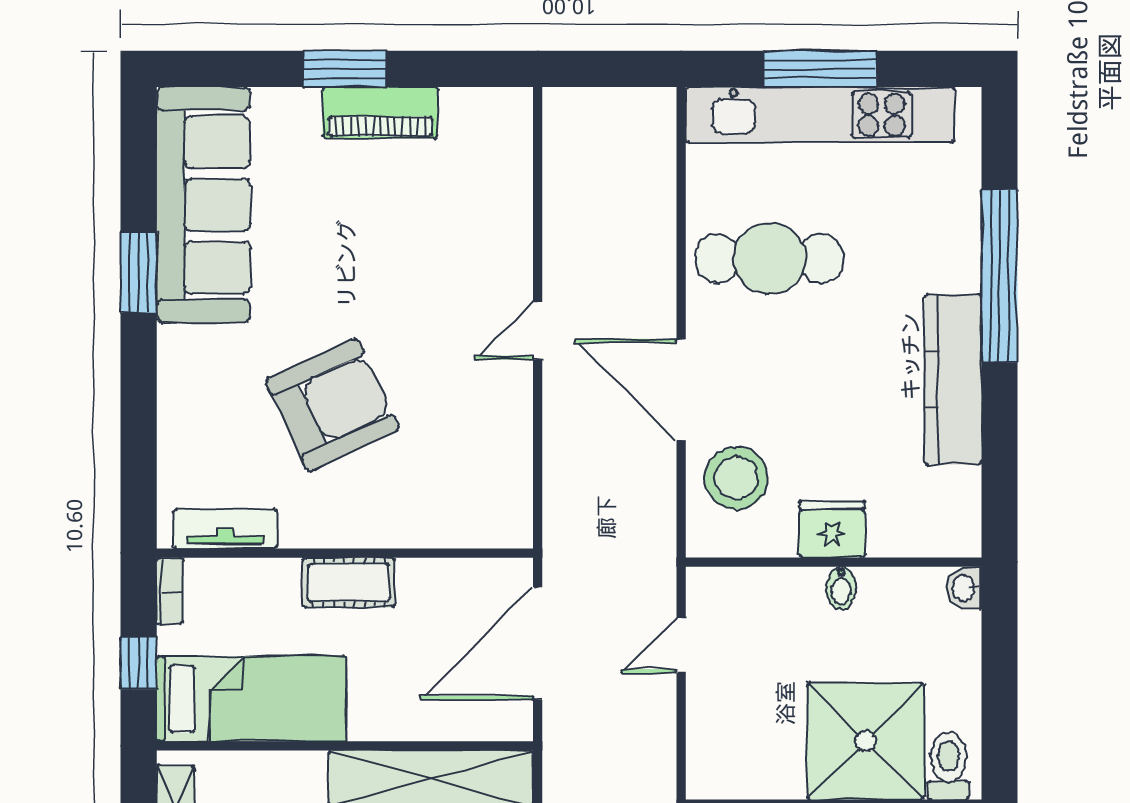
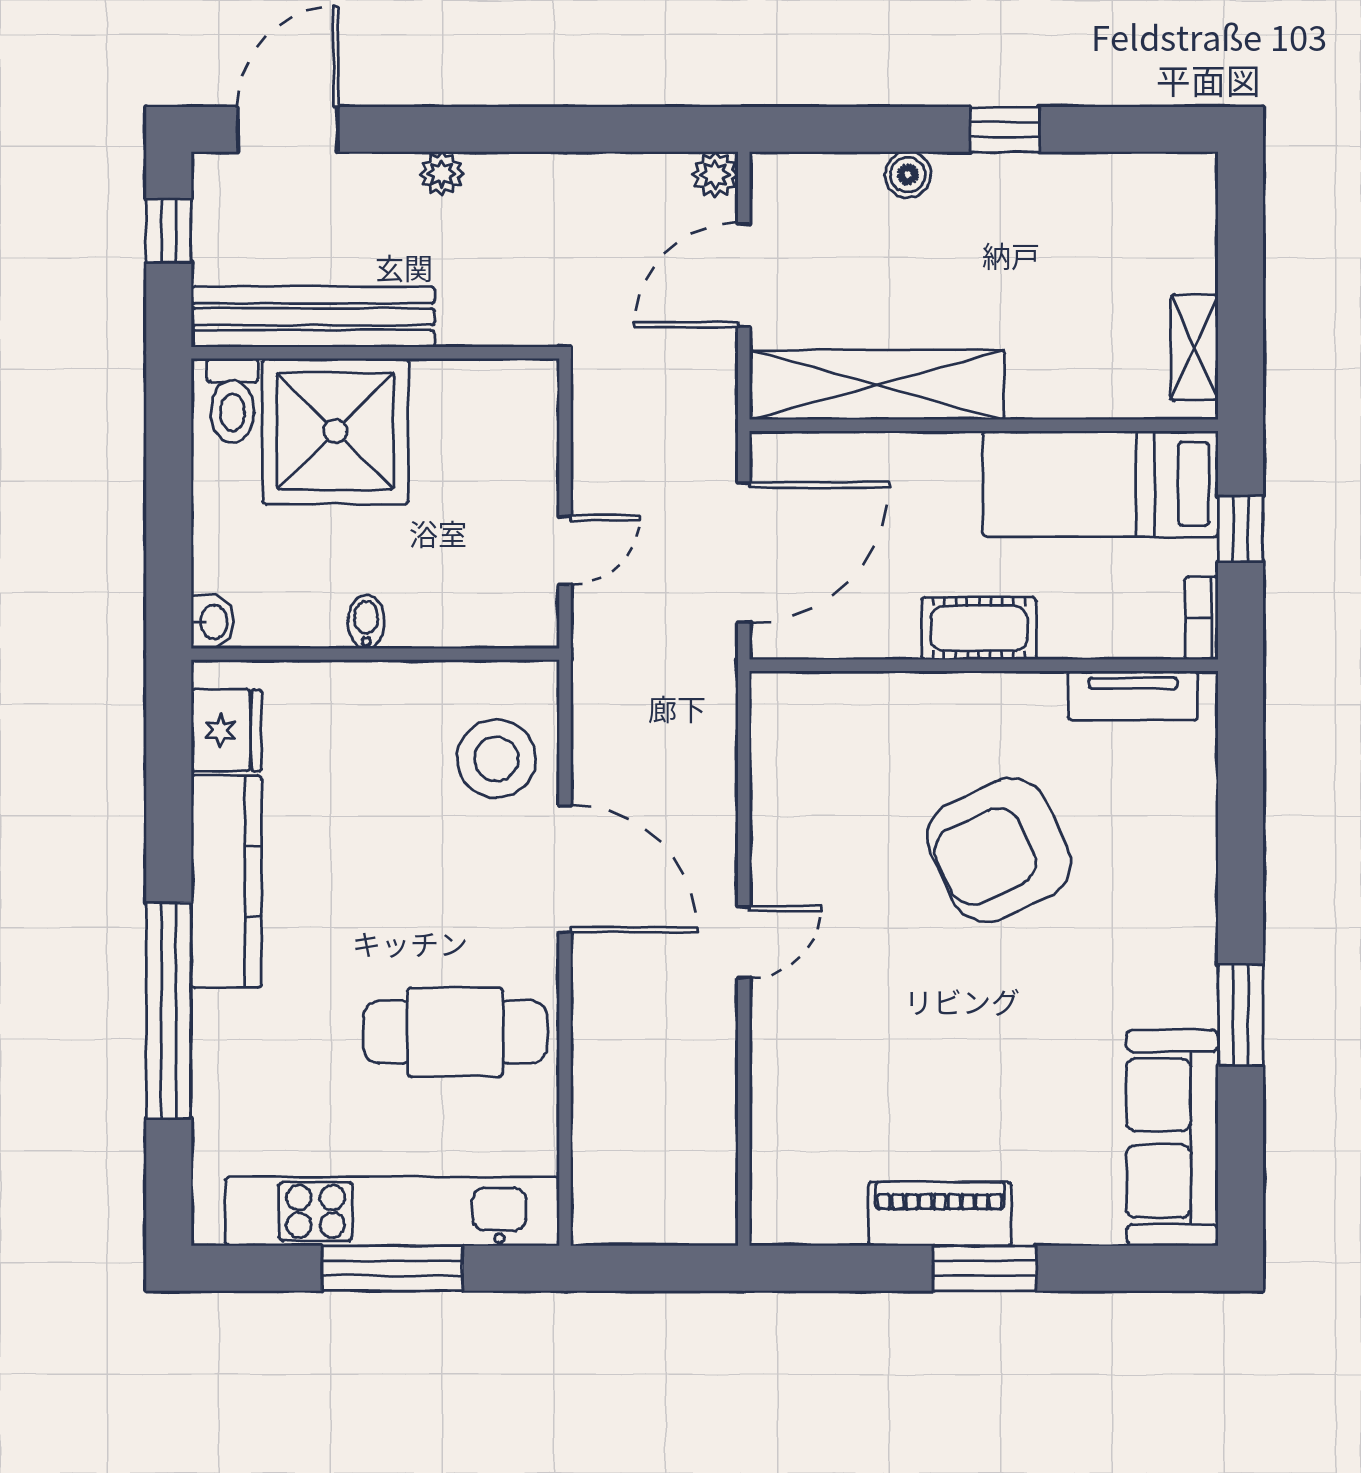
sofa: (203, 205) -> (1172, 1138), width x0.74, depth x0.79
fridge: (832, 529) -> (226, 730), moved, turned -90

